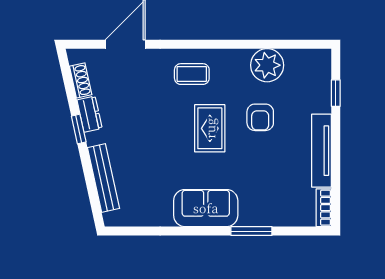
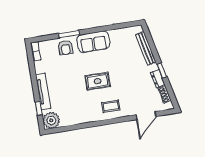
plant: (267, 65) -> (51, 120), moved
armchair: (260, 117) -> (65, 48), moved, turned 180
rug: (210, 128) -> (98, 81), turned 90
tv unit: (321, 151) -> (43, 91), moved

